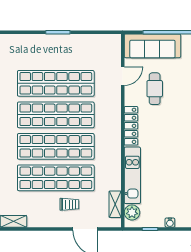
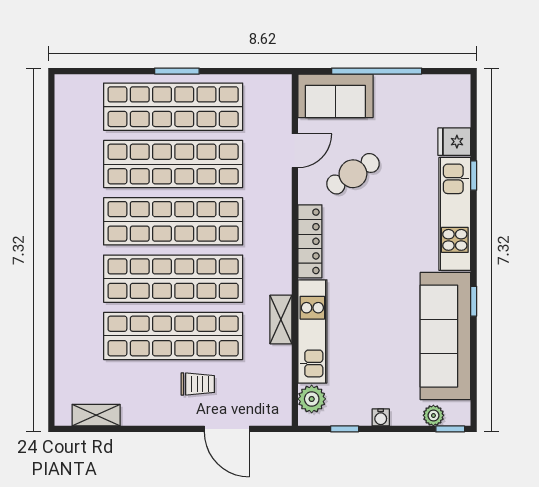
sofa: (152, 46) -> (335, 96), width x0.73
shop shelf: (56, 52) -> (173, 107), added
cafe table: (155, 89) -> (353, 174), turned 58
shelving: (115, 204) -> (281, 319), moved

